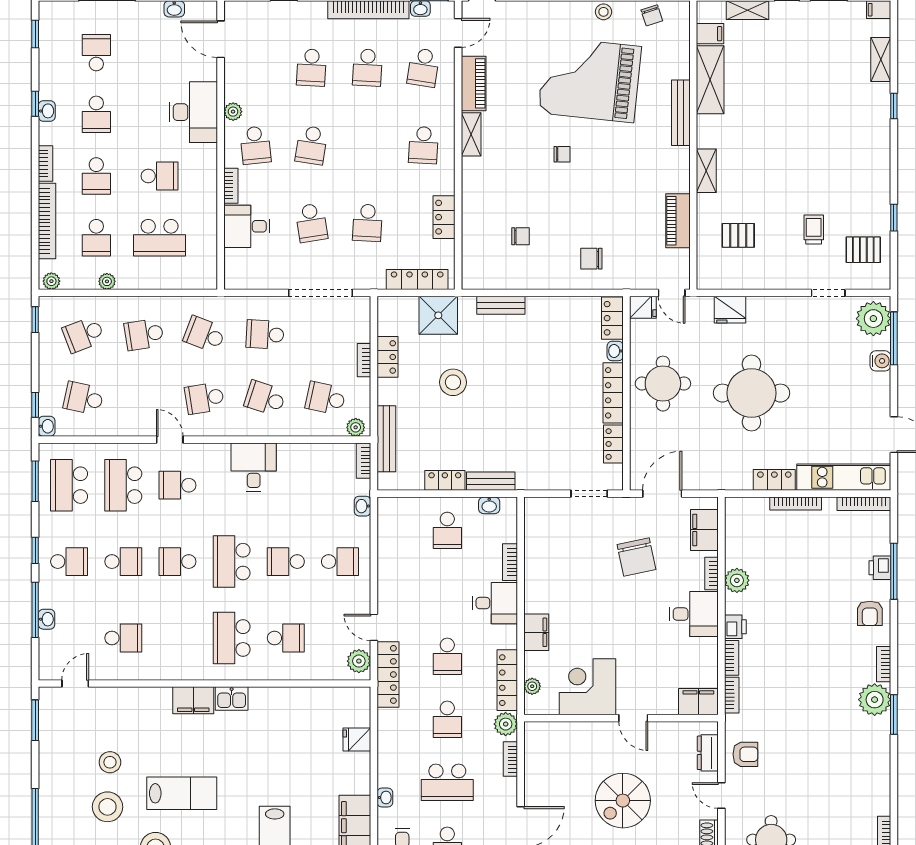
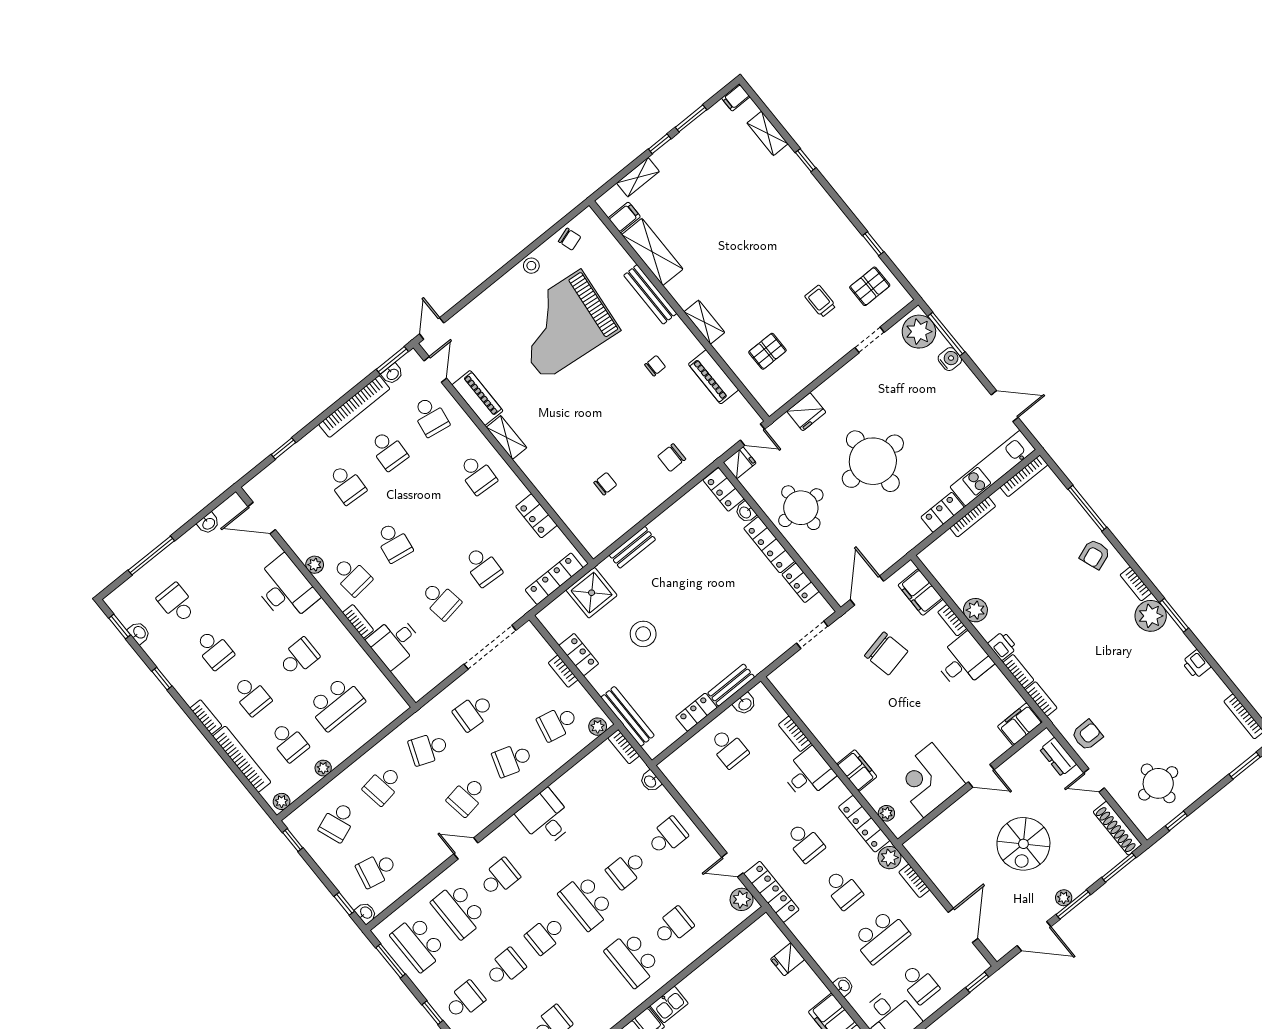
washbasin: (47, 111) -> (139, 633), moved
chair: (562, 154) -> (655, 366), moved
school desk: (177, 485) -> (499, 878), turned 180
printer: (880, 568) -> (1196, 664), moved
armchair: (870, 613) -> (1095, 554), turned 70

